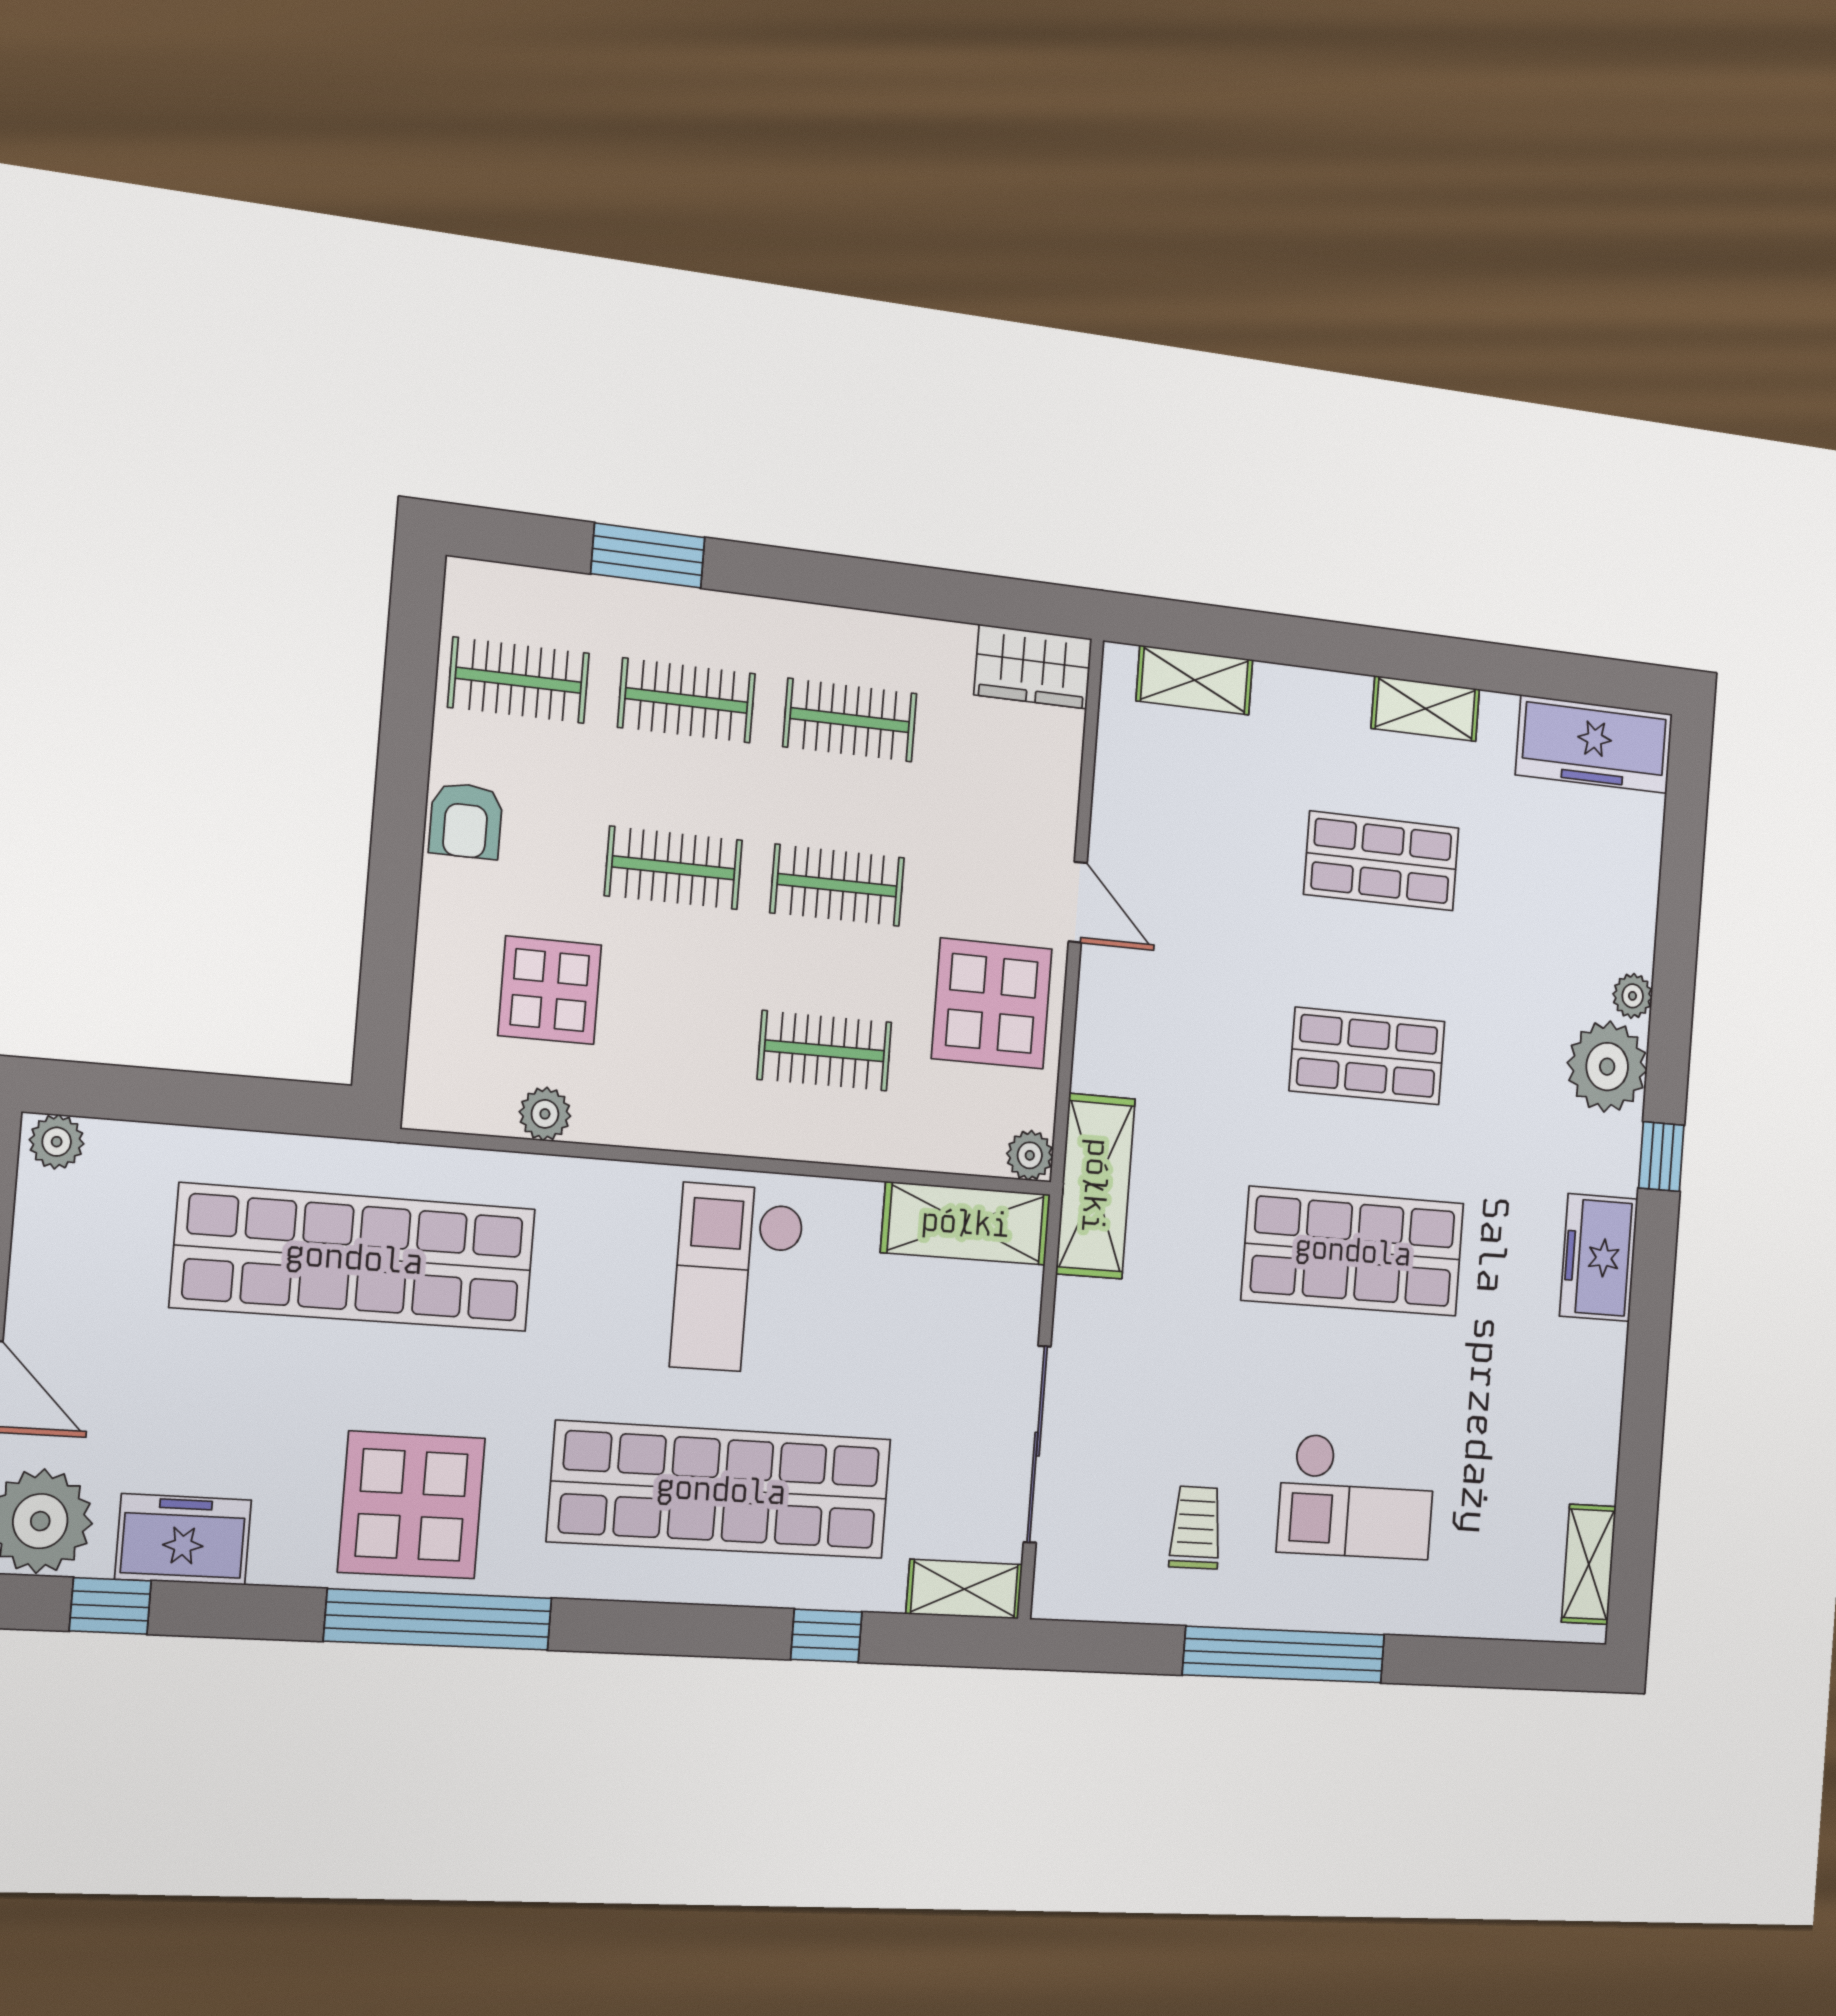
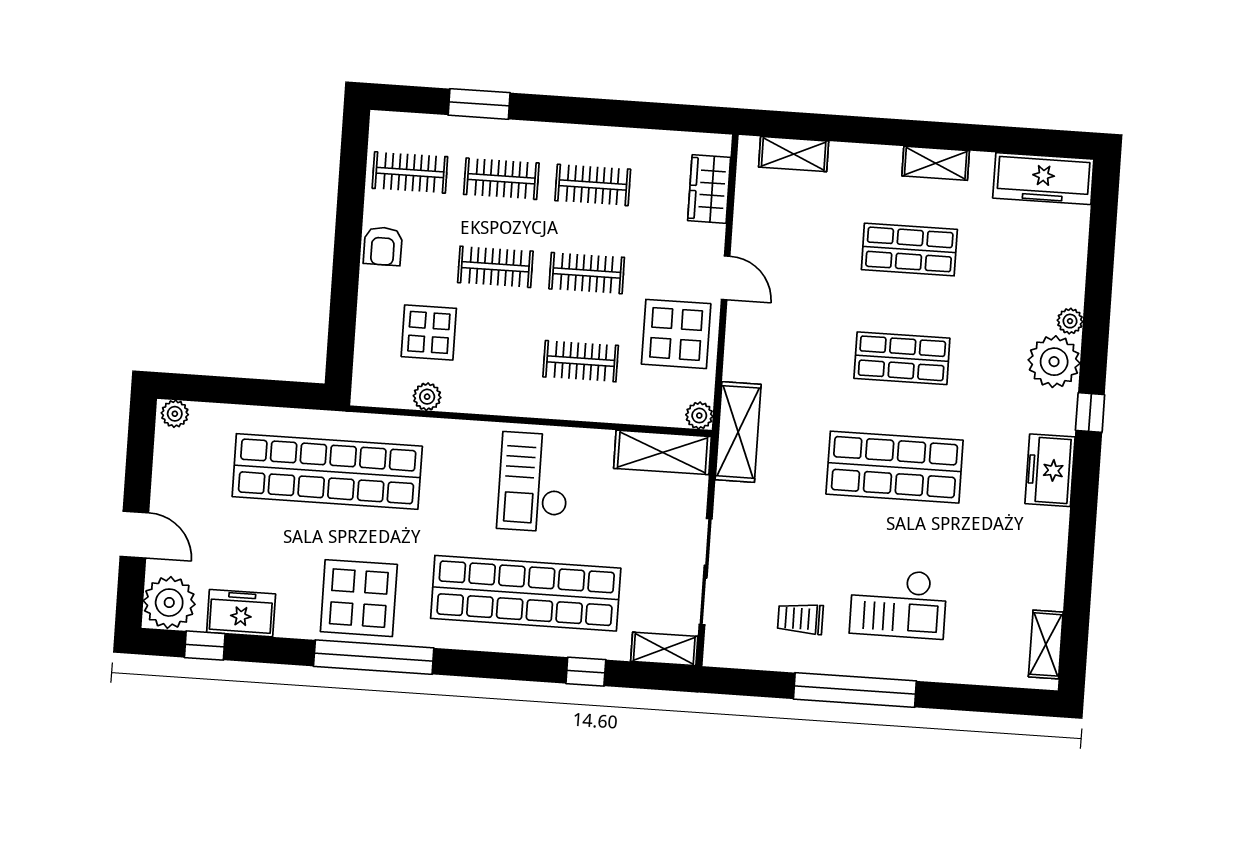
wardrobe: (1033, 667) -> (709, 189), moved, turned 90
trolley: (1196, 1528) -> (800, 619), turned -90

